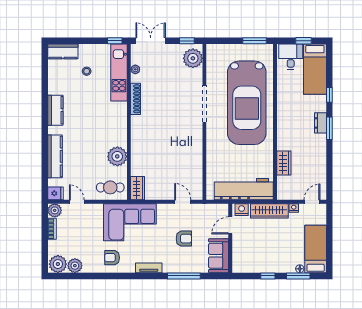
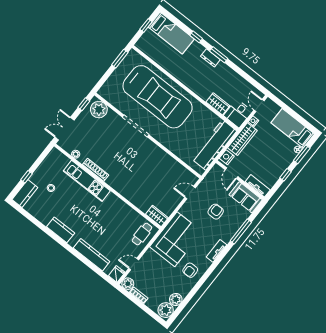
window: (115, 41) -> (27, 177), moved
desk: (291, 57) -> (238, 113), moved, turned -90
kitchen unit: (119, 72) -> (87, 181), moved
plant: (117, 156) -> (125, 213), removed
tv unit: (238, 258) -> (258, 186), added

